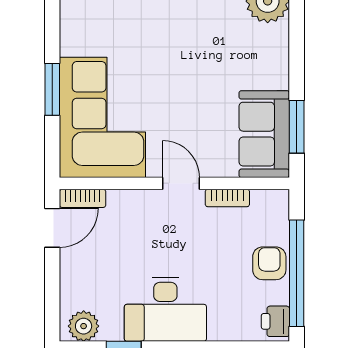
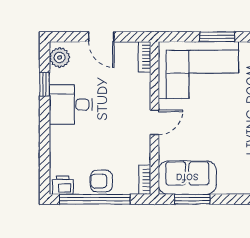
bookcase: (227, 198) -> (145, 180), moved
door: (52, 228) -> (101, 37), moved
armchair: (269, 263) -> (101, 181), turned 180
desk: (165, 309) -> (71, 105), width x0.73

